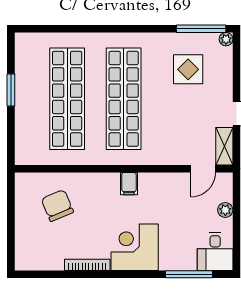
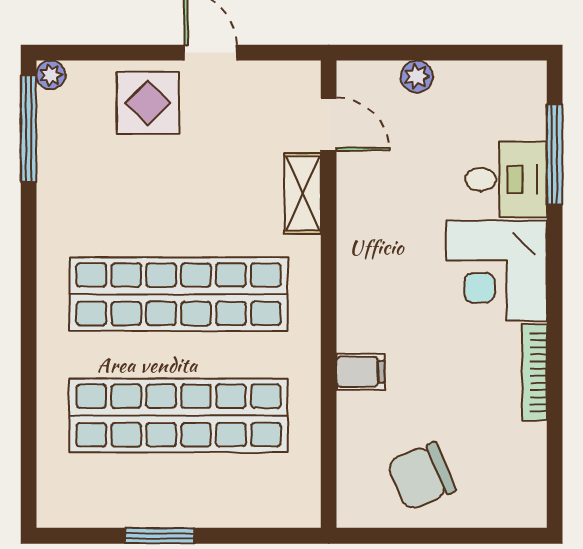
display table: (188, 69) -> (148, 103), moved
shelving: (224, 146) -> (303, 193), moved, turned 90
filing cabinet: (129, 184) -> (360, 372), moved
chair: (57, 205) -> (421, 476), moved
desk: (215, 252) -> (506, 179), moved

